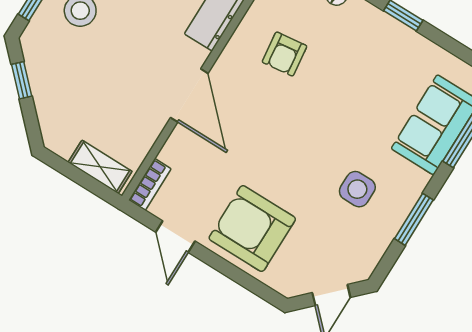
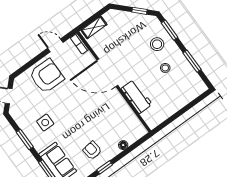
armchair: (285, 54) -> (92, 150), moved
door: (189, 95) -> (107, 73), width x1.36

